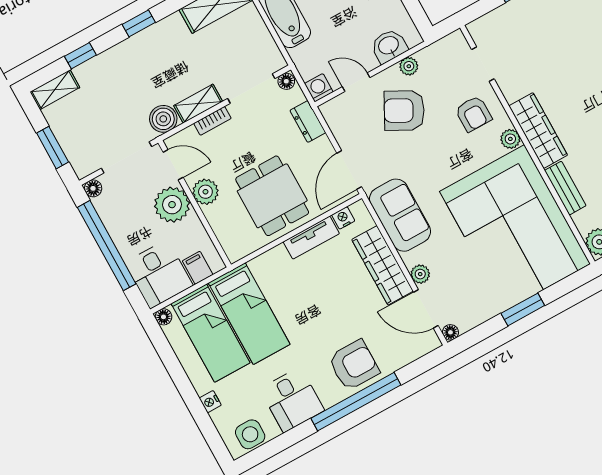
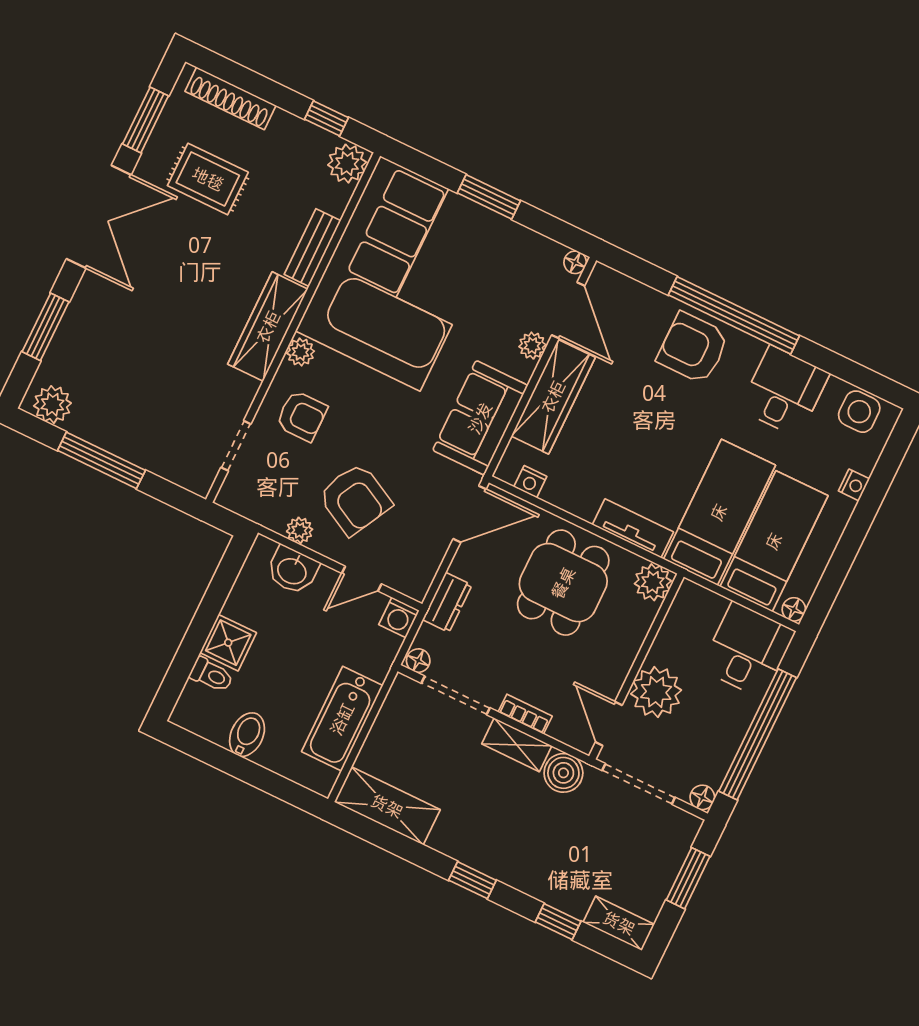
door: (356, 82) -> (362, 579), hinge flipped
armchair: (473, 114) -> (302, 416), turned 90
plant: (205, 192) -> (653, 582), moved
tv unit: (311, 238) -> (633, 528), moved
filing cabinet: (198, 268) -> (709, 610), removed

